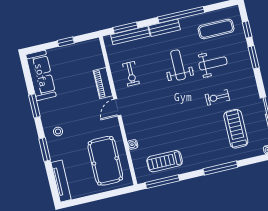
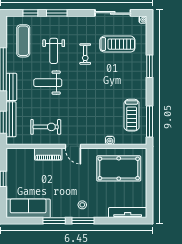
weight bench: (213, 63) -> (54, 51), turned 180
exercise bike: (131, 74) -> (46, 127), width x1.38, depth x1.39
treadmill: (236, 129) -> (117, 44), turned 180
window: (45, 149) -> (83, 221), moved
window: (220, 168) -> (150, 66), width x0.69

